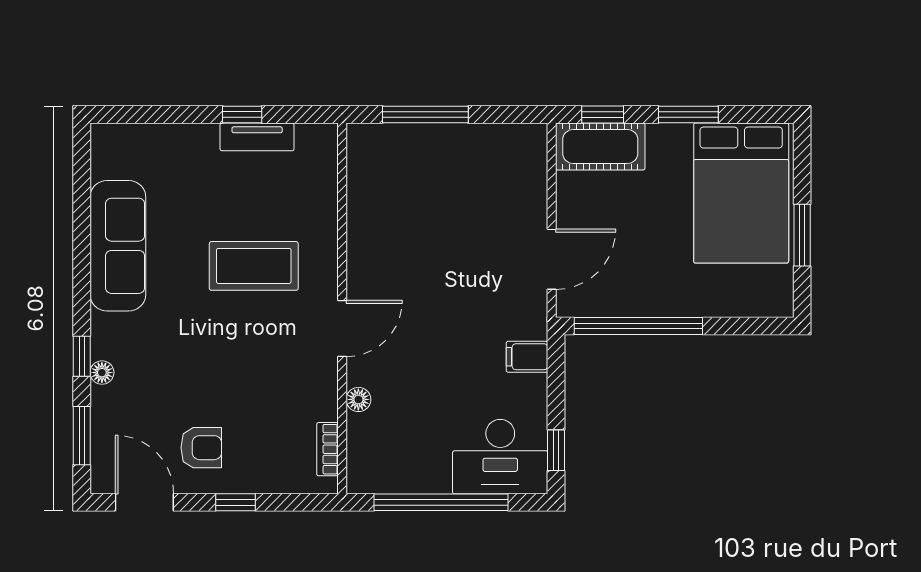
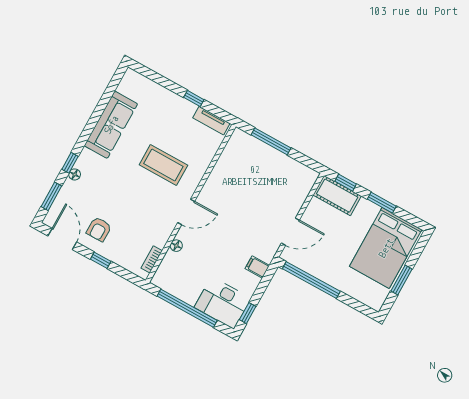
tv unit: (257, 137) -> (211, 121), moved
armchair: (201, 448) -> (99, 229), turned 90

